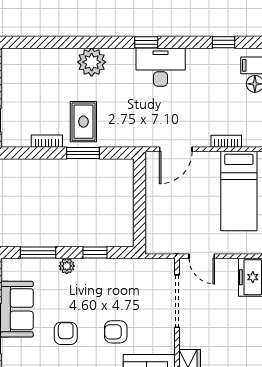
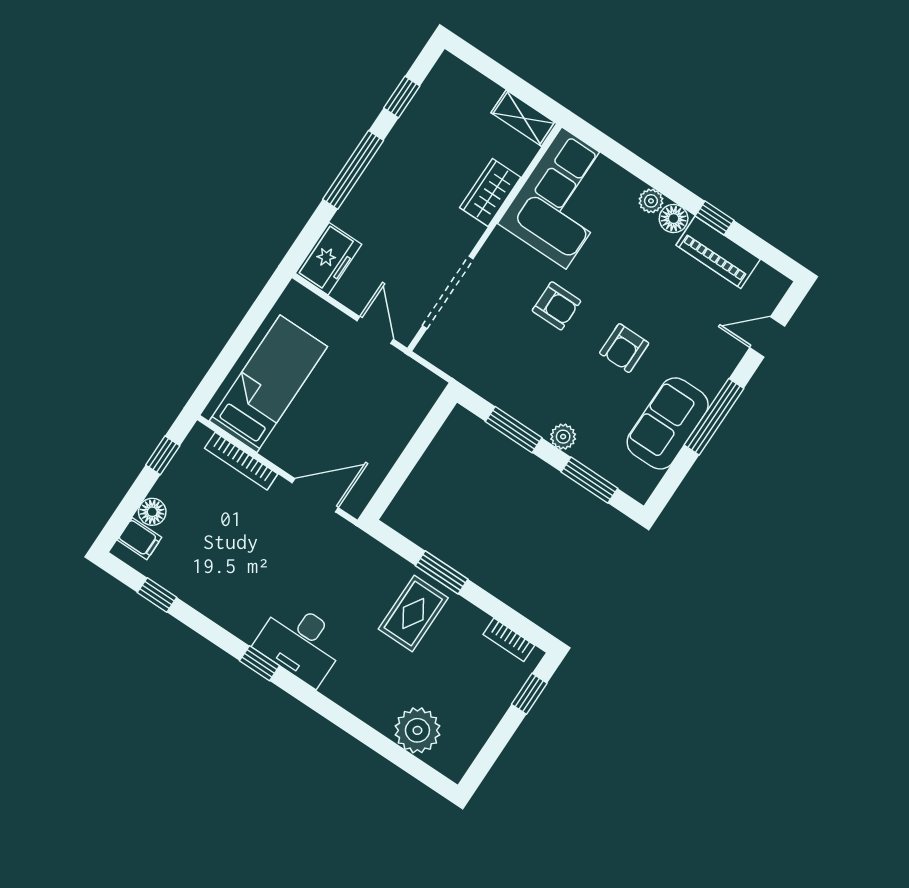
plant: (92, 62) -> (417, 730), moved
desk: (161, 67) -> (301, 643), moved
bookcase: (47, 141) -> (509, 640), moved
bookcase: (226, 141) -> (241, 461), width x1.56
window: (95, 252) -> (514, 430), width x1.50

